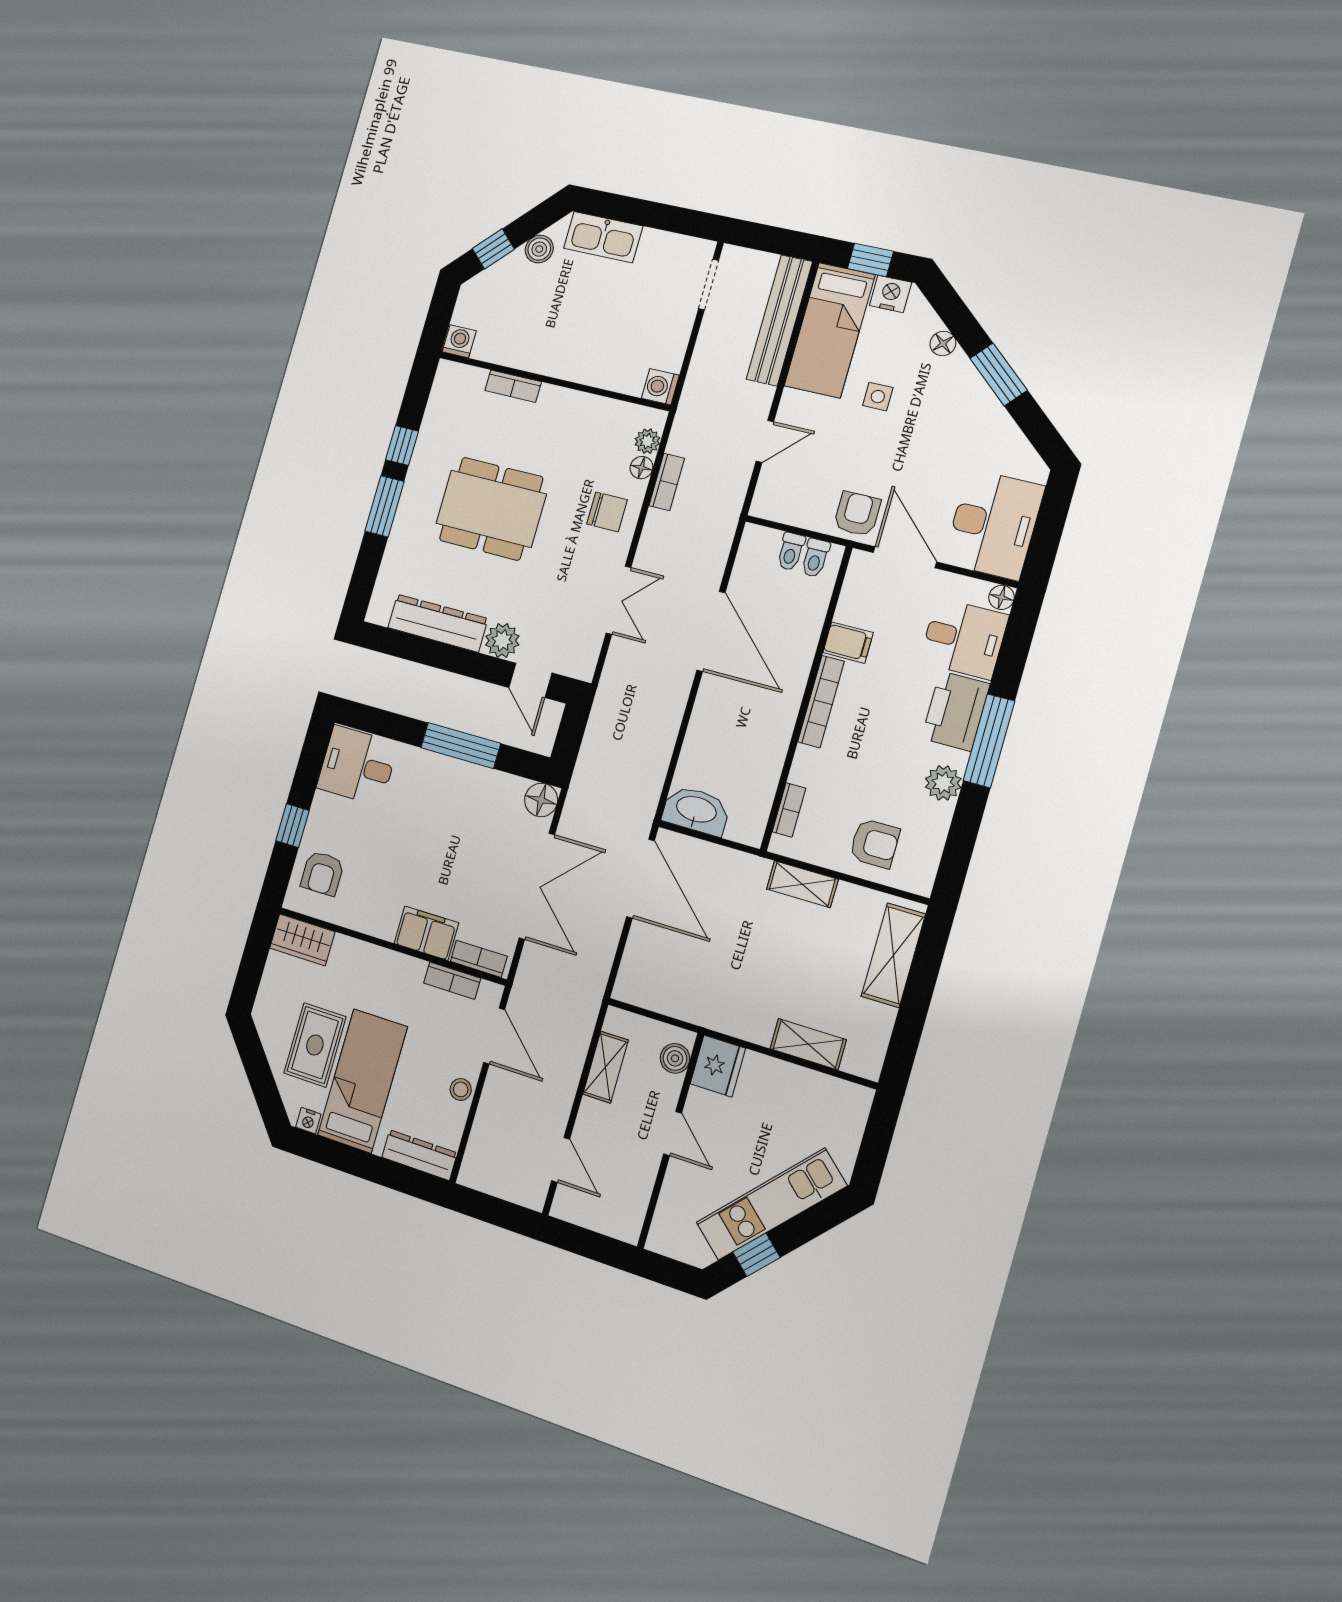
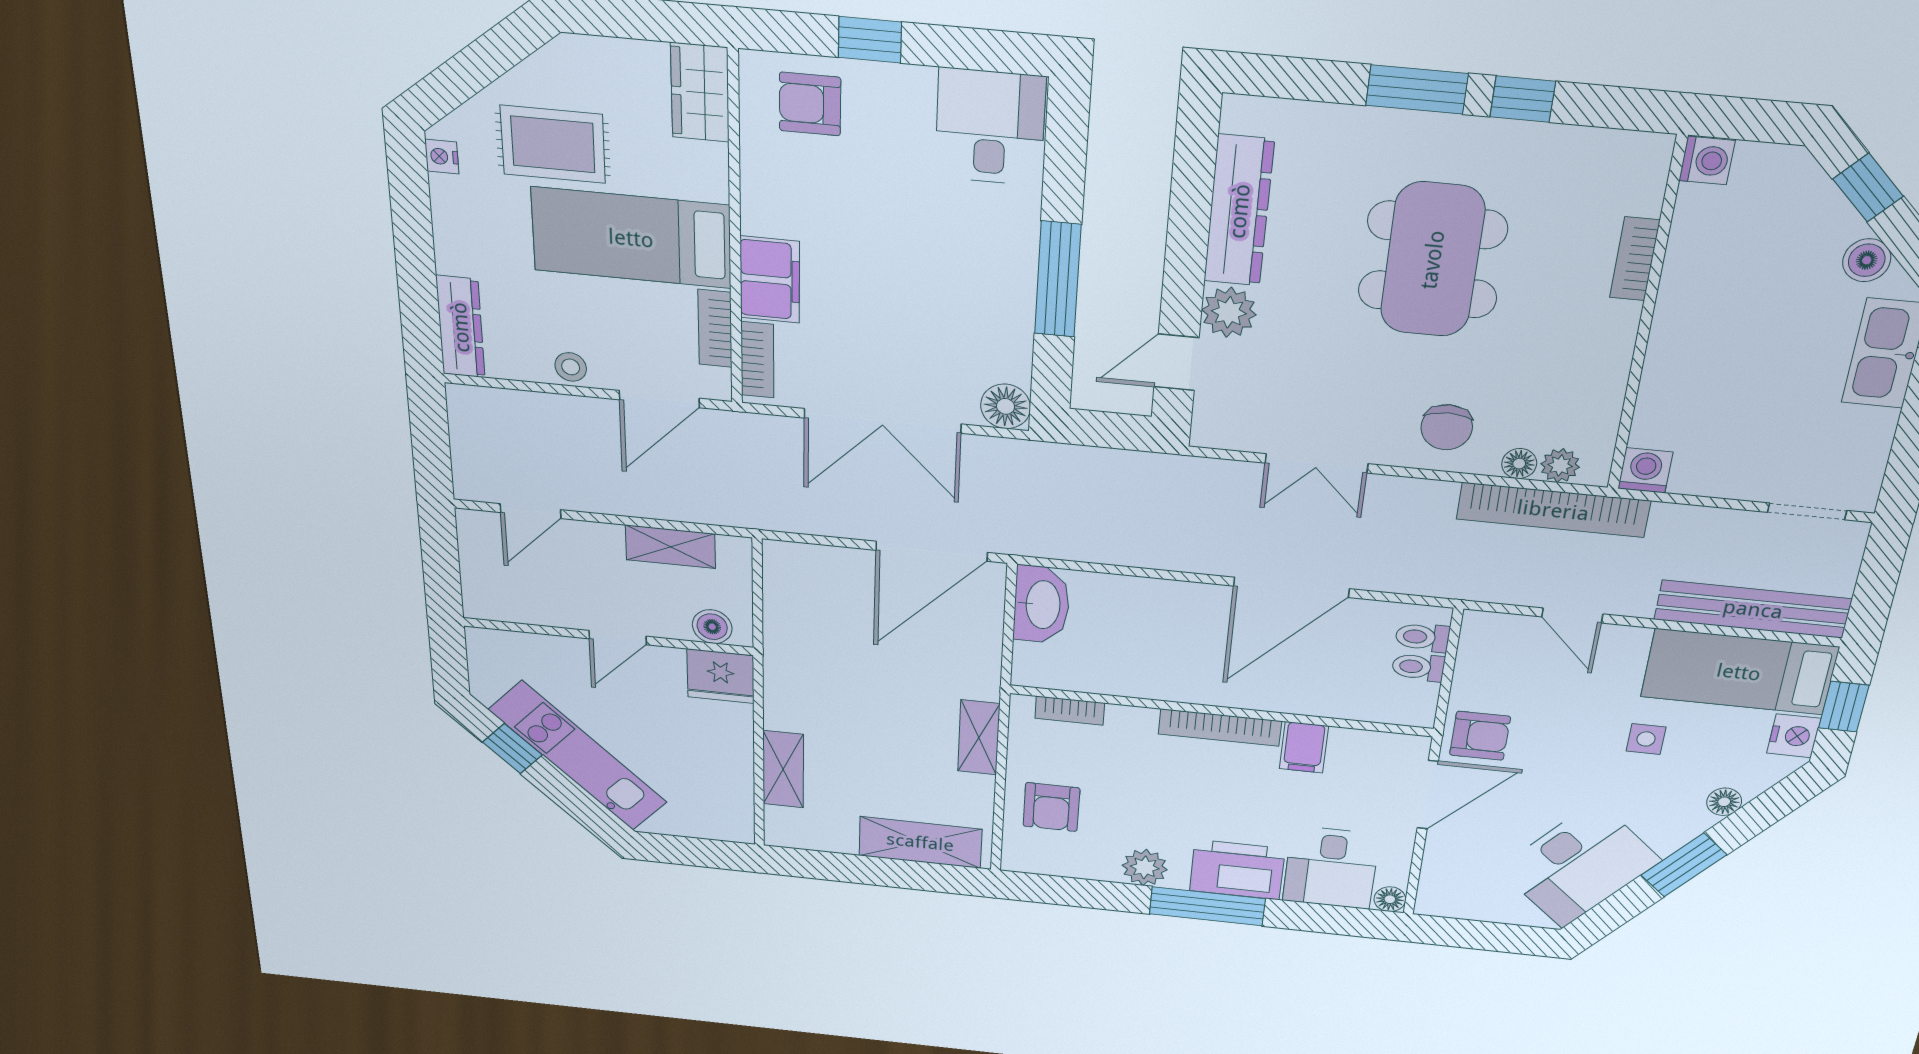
bookcase: (667, 482) -> (1553, 510), width x2.31, depth x1.31
desk: (994, 525) -> (1579, 865), moved, turned -49
toilet: (815, 558) -> (1422, 637), moved
bed: (363, 1081) -> (631, 238), moved, turned 180

